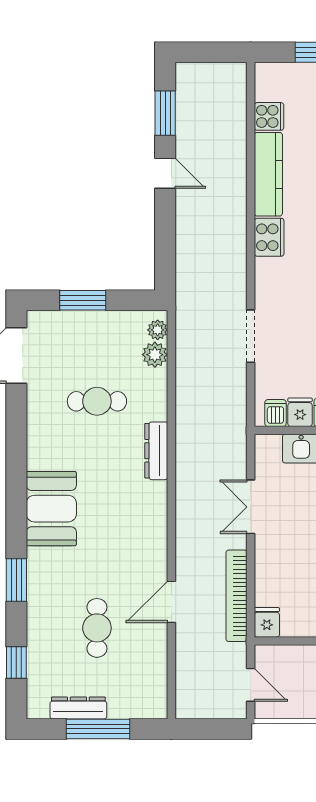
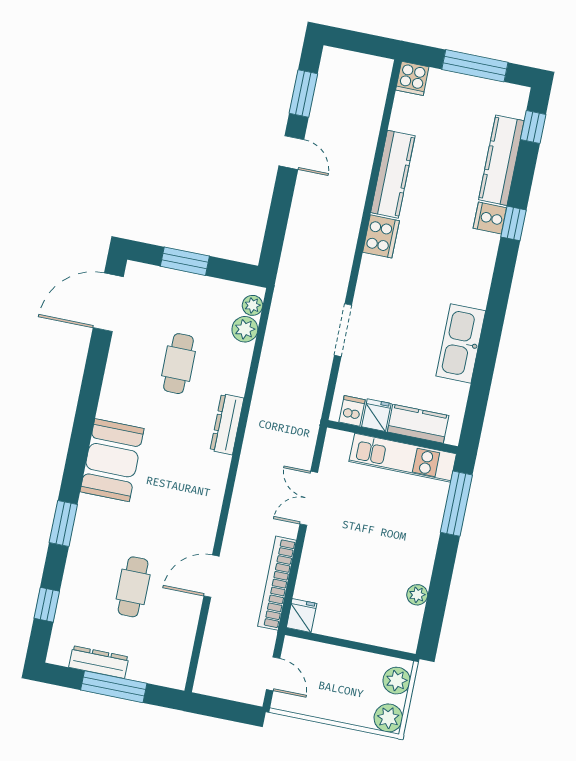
cooker: (269, 116) -> (412, 78), moved, turned 90
cafe table: (97, 401) -> (178, 364), turned 90

